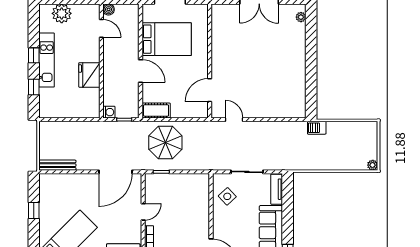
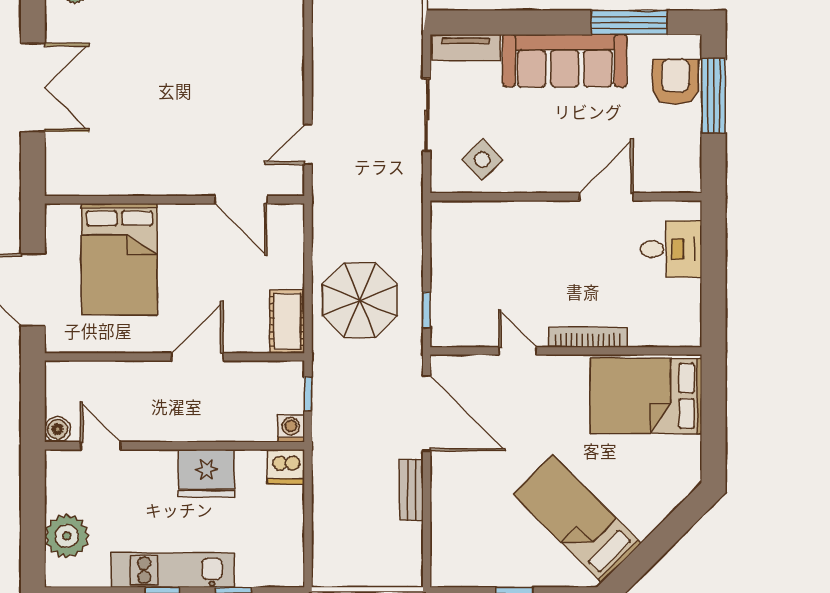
door: (101, 28) -> (100, 446), hinge flipped
bed: (167, 39) -> (119, 259), moved, turned 180
dishwasher: (92, 110) -> (286, 467), added
bench: (57, 165) -> (411, 490), moved, width x0.73

